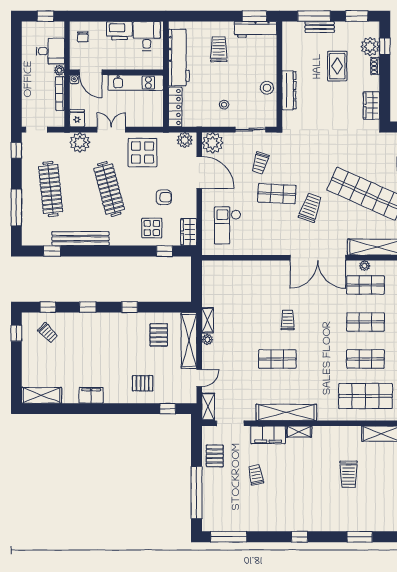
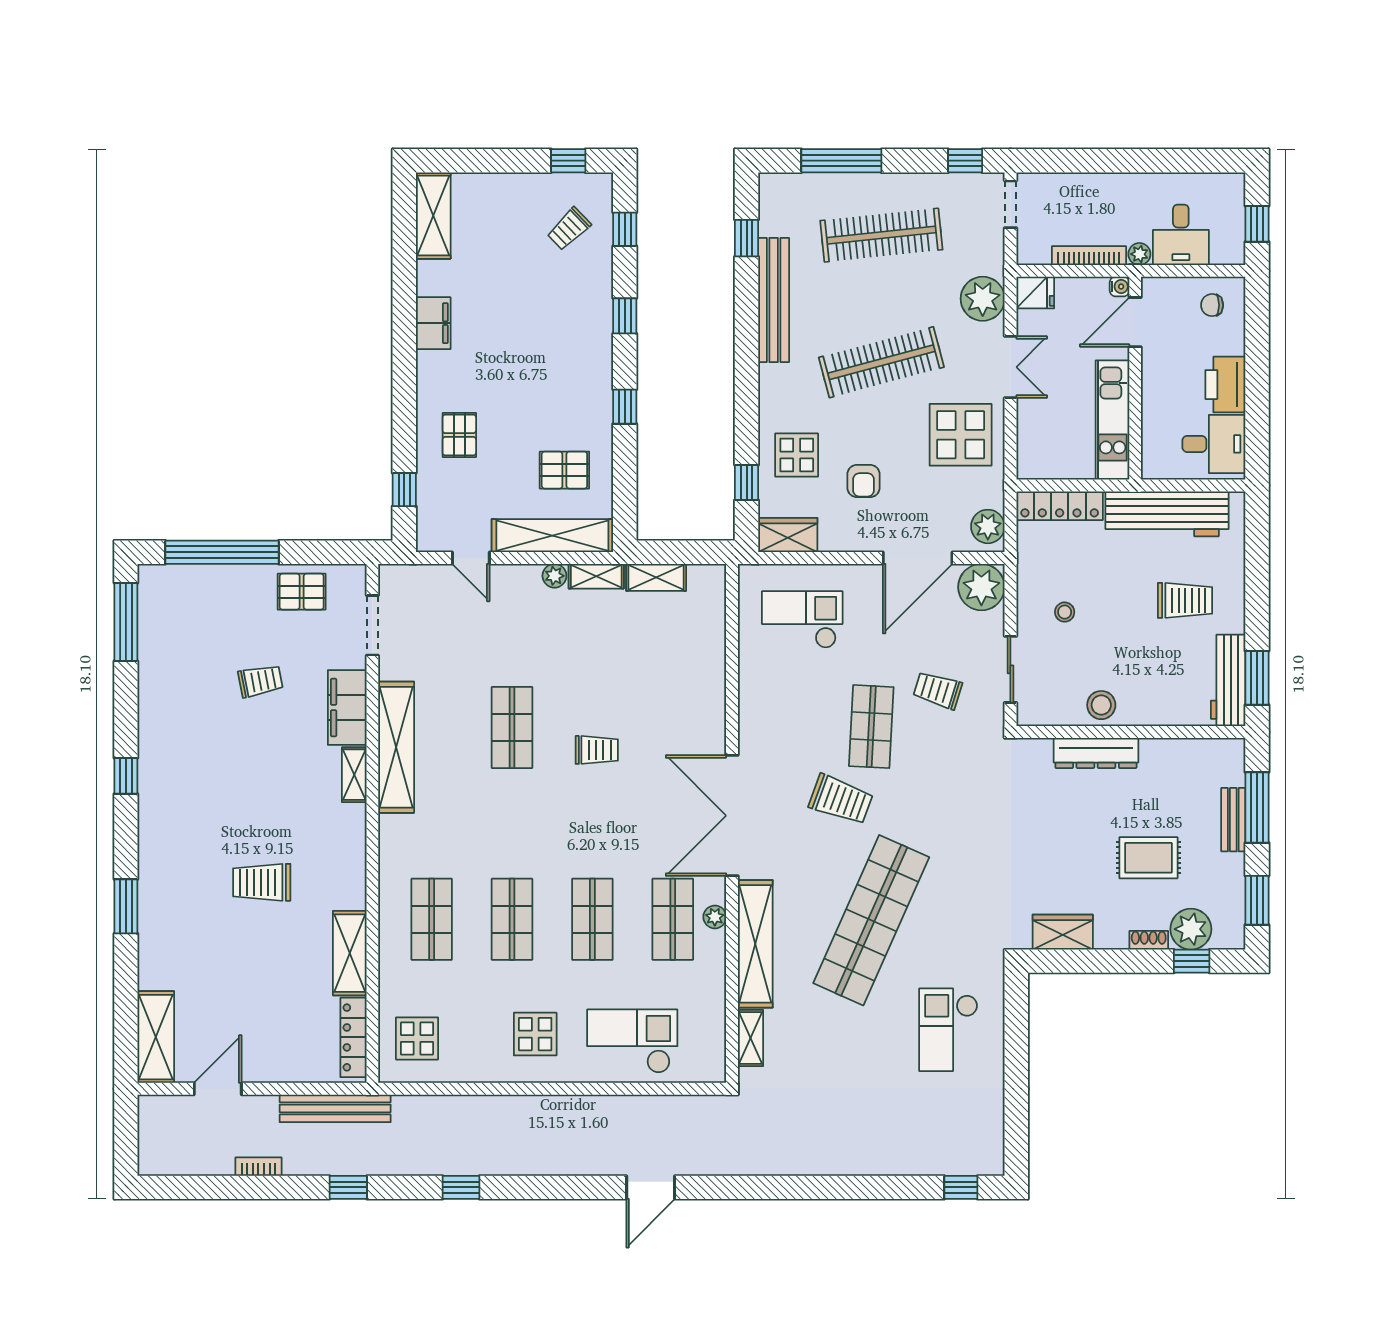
shop shelf: (366, 396) -> (432, 919), width x0.70, depth x0.74
shelving: (208, 407) -> (656, 577), moved

